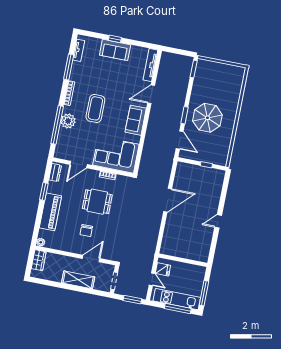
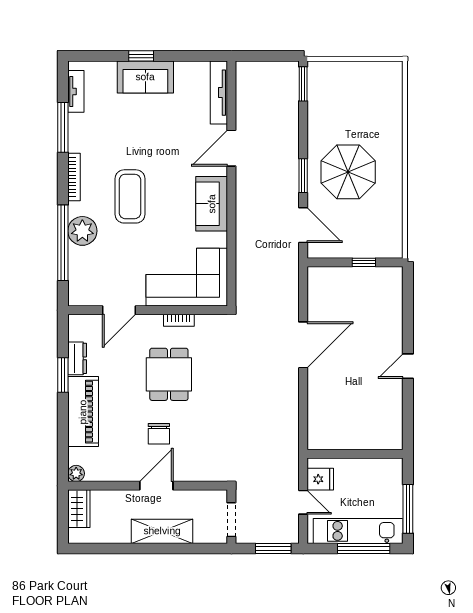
dresser: (55, 173) -> (77, 358), moved
dining table: (97, 202) -> (169, 374), turned 90
door: (91, 259) -> (156, 486), moved

